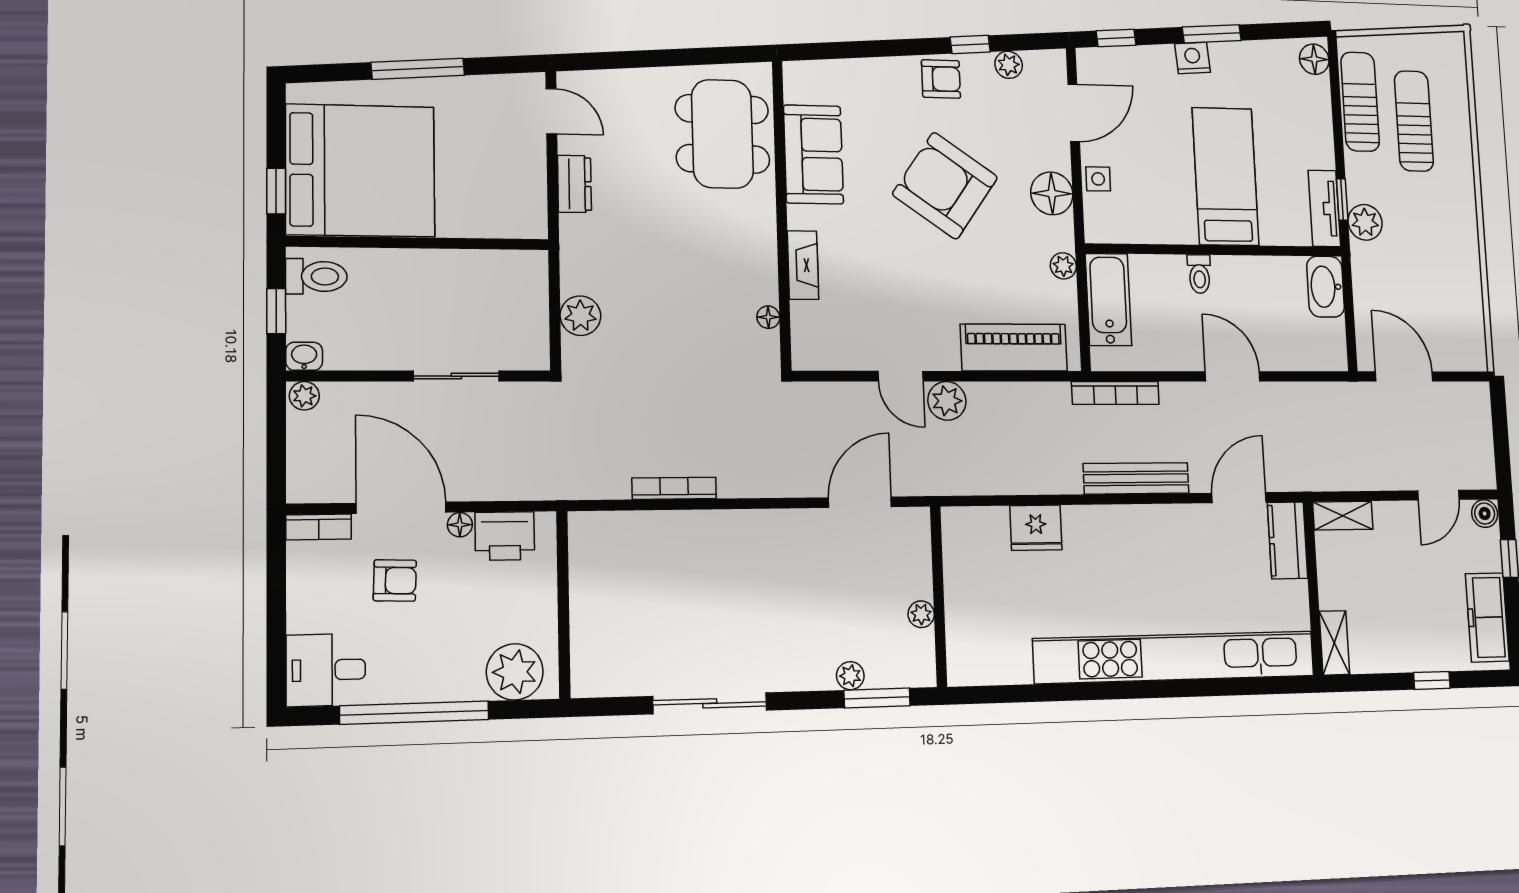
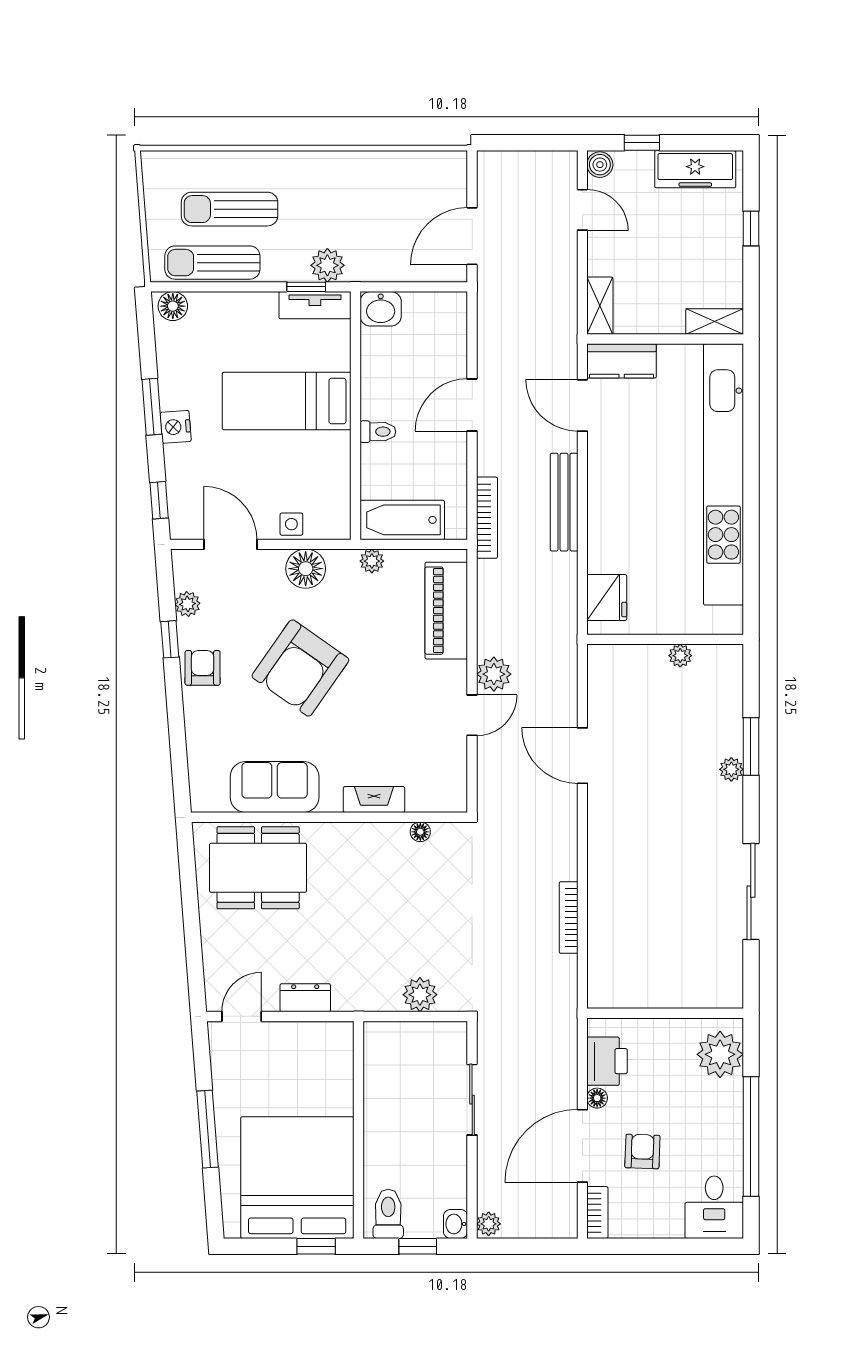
washbasin: (1326, 287) -> (381, 309), width x0.72
wall: (939, 596) -> (665, 639), moved
plant: (921, 614) -> (680, 656), moved

